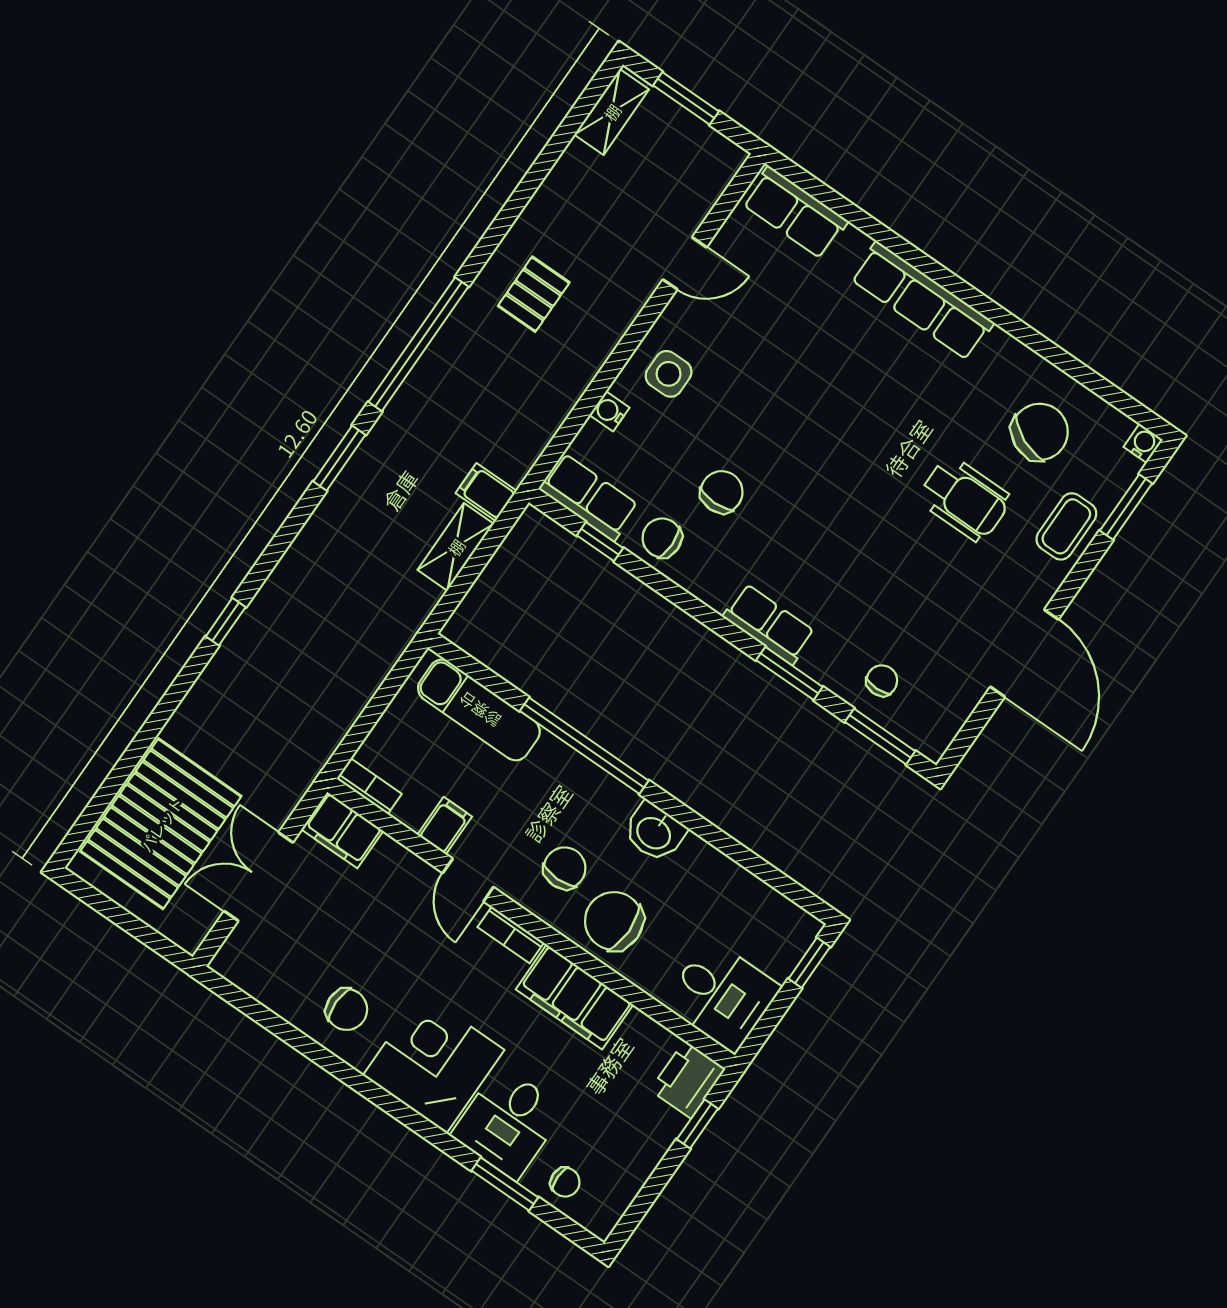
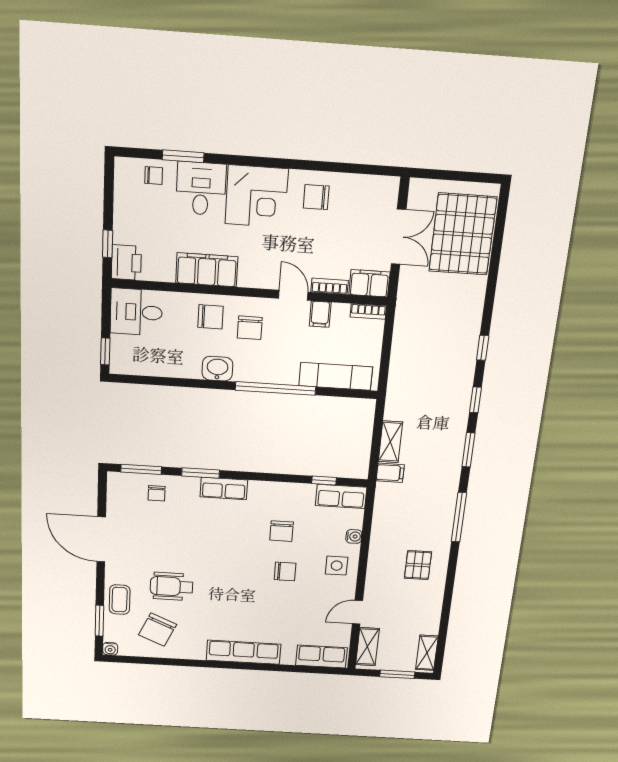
shelving: (706, 185) -> (367, 647), added
window: (418, 344) -> (459, 517), width x0.68
chair: (662, 538) -> (285, 571), moved
window: (283, 540) -> (475, 400), added
chair: (614, 921) -> (211, 317), width x0.73, depth x0.73
bookcase: (511, 935) -> (330, 286), moved
chair: (565, 1182) -> (154, 176), turned 180

